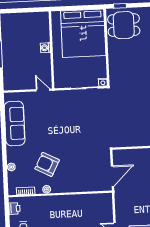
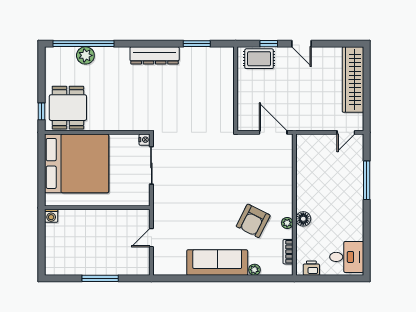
washing machine: (45, 48) -> (51, 216), moved
door: (43, 90) -> (151, 238), moved
sofa: (15, 123) -> (217, 263), moved
floor lamp: (50, 201) -> (303, 219), added

